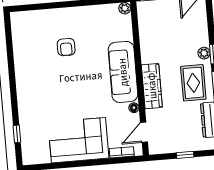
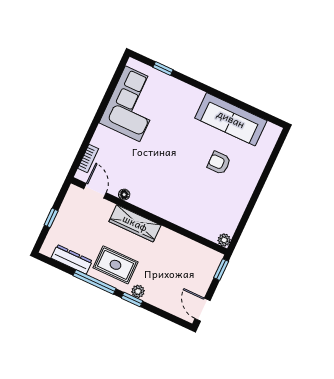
sofa: (123, 72) -> (231, 119), moved, turned 180
corner sofa: (78, 140) -> (133, 104), moved

